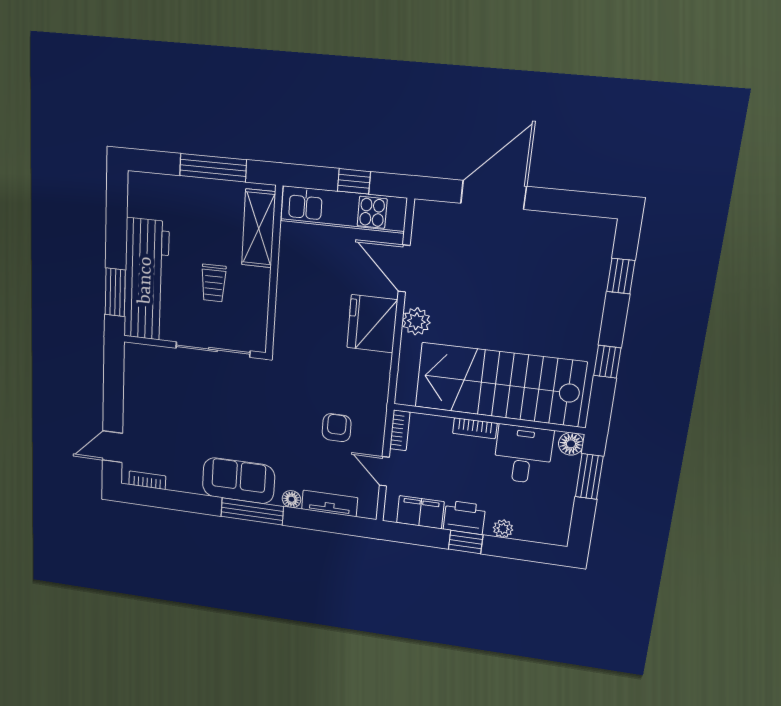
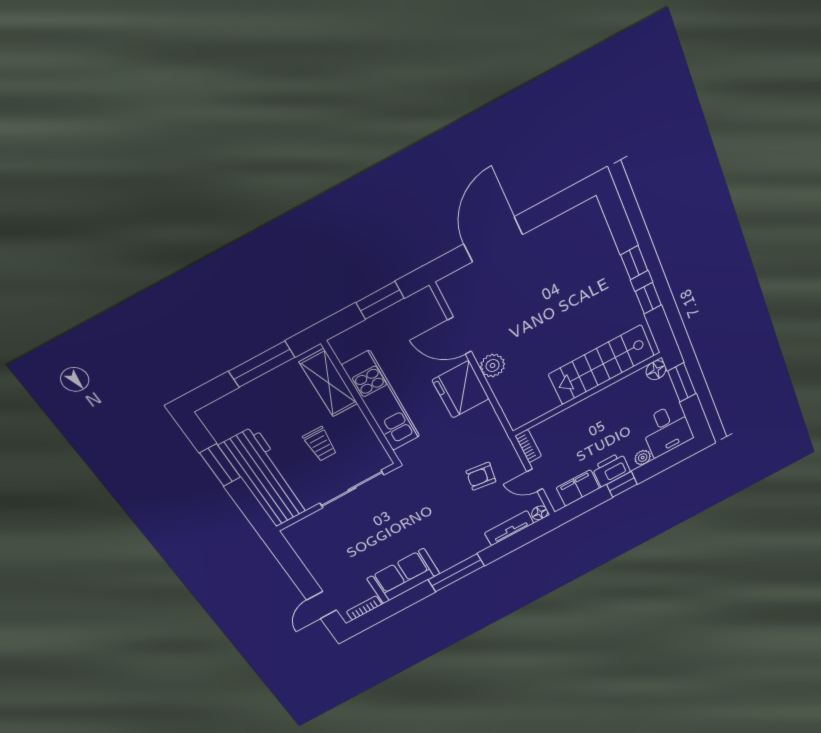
window: (354, 181) -> (380, 300), width x1.50
kitchen unit: (344, 209) -> (381, 401), moved, turned -90
window: (621, 276) -> (634, 263), moved
window: (115, 292) -> (220, 465), moved
stairs: (500, 385) -> (601, 365), width x0.73, depth x0.66
armchair: (337, 428) -> (481, 476), turned -82
bookcase: (475, 428) -> (582, 407), removed
desk: (523, 454) -> (667, 430), moved, turned 180
sofa: (238, 481) -> (403, 576), moved
floor lamp: (291, 499) -> (540, 513), moved

